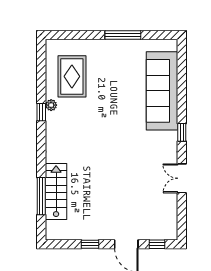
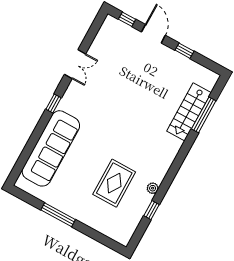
rug: (72, 76) -> (114, 183), moved
window: (41, 112) -> (152, 210), moved

